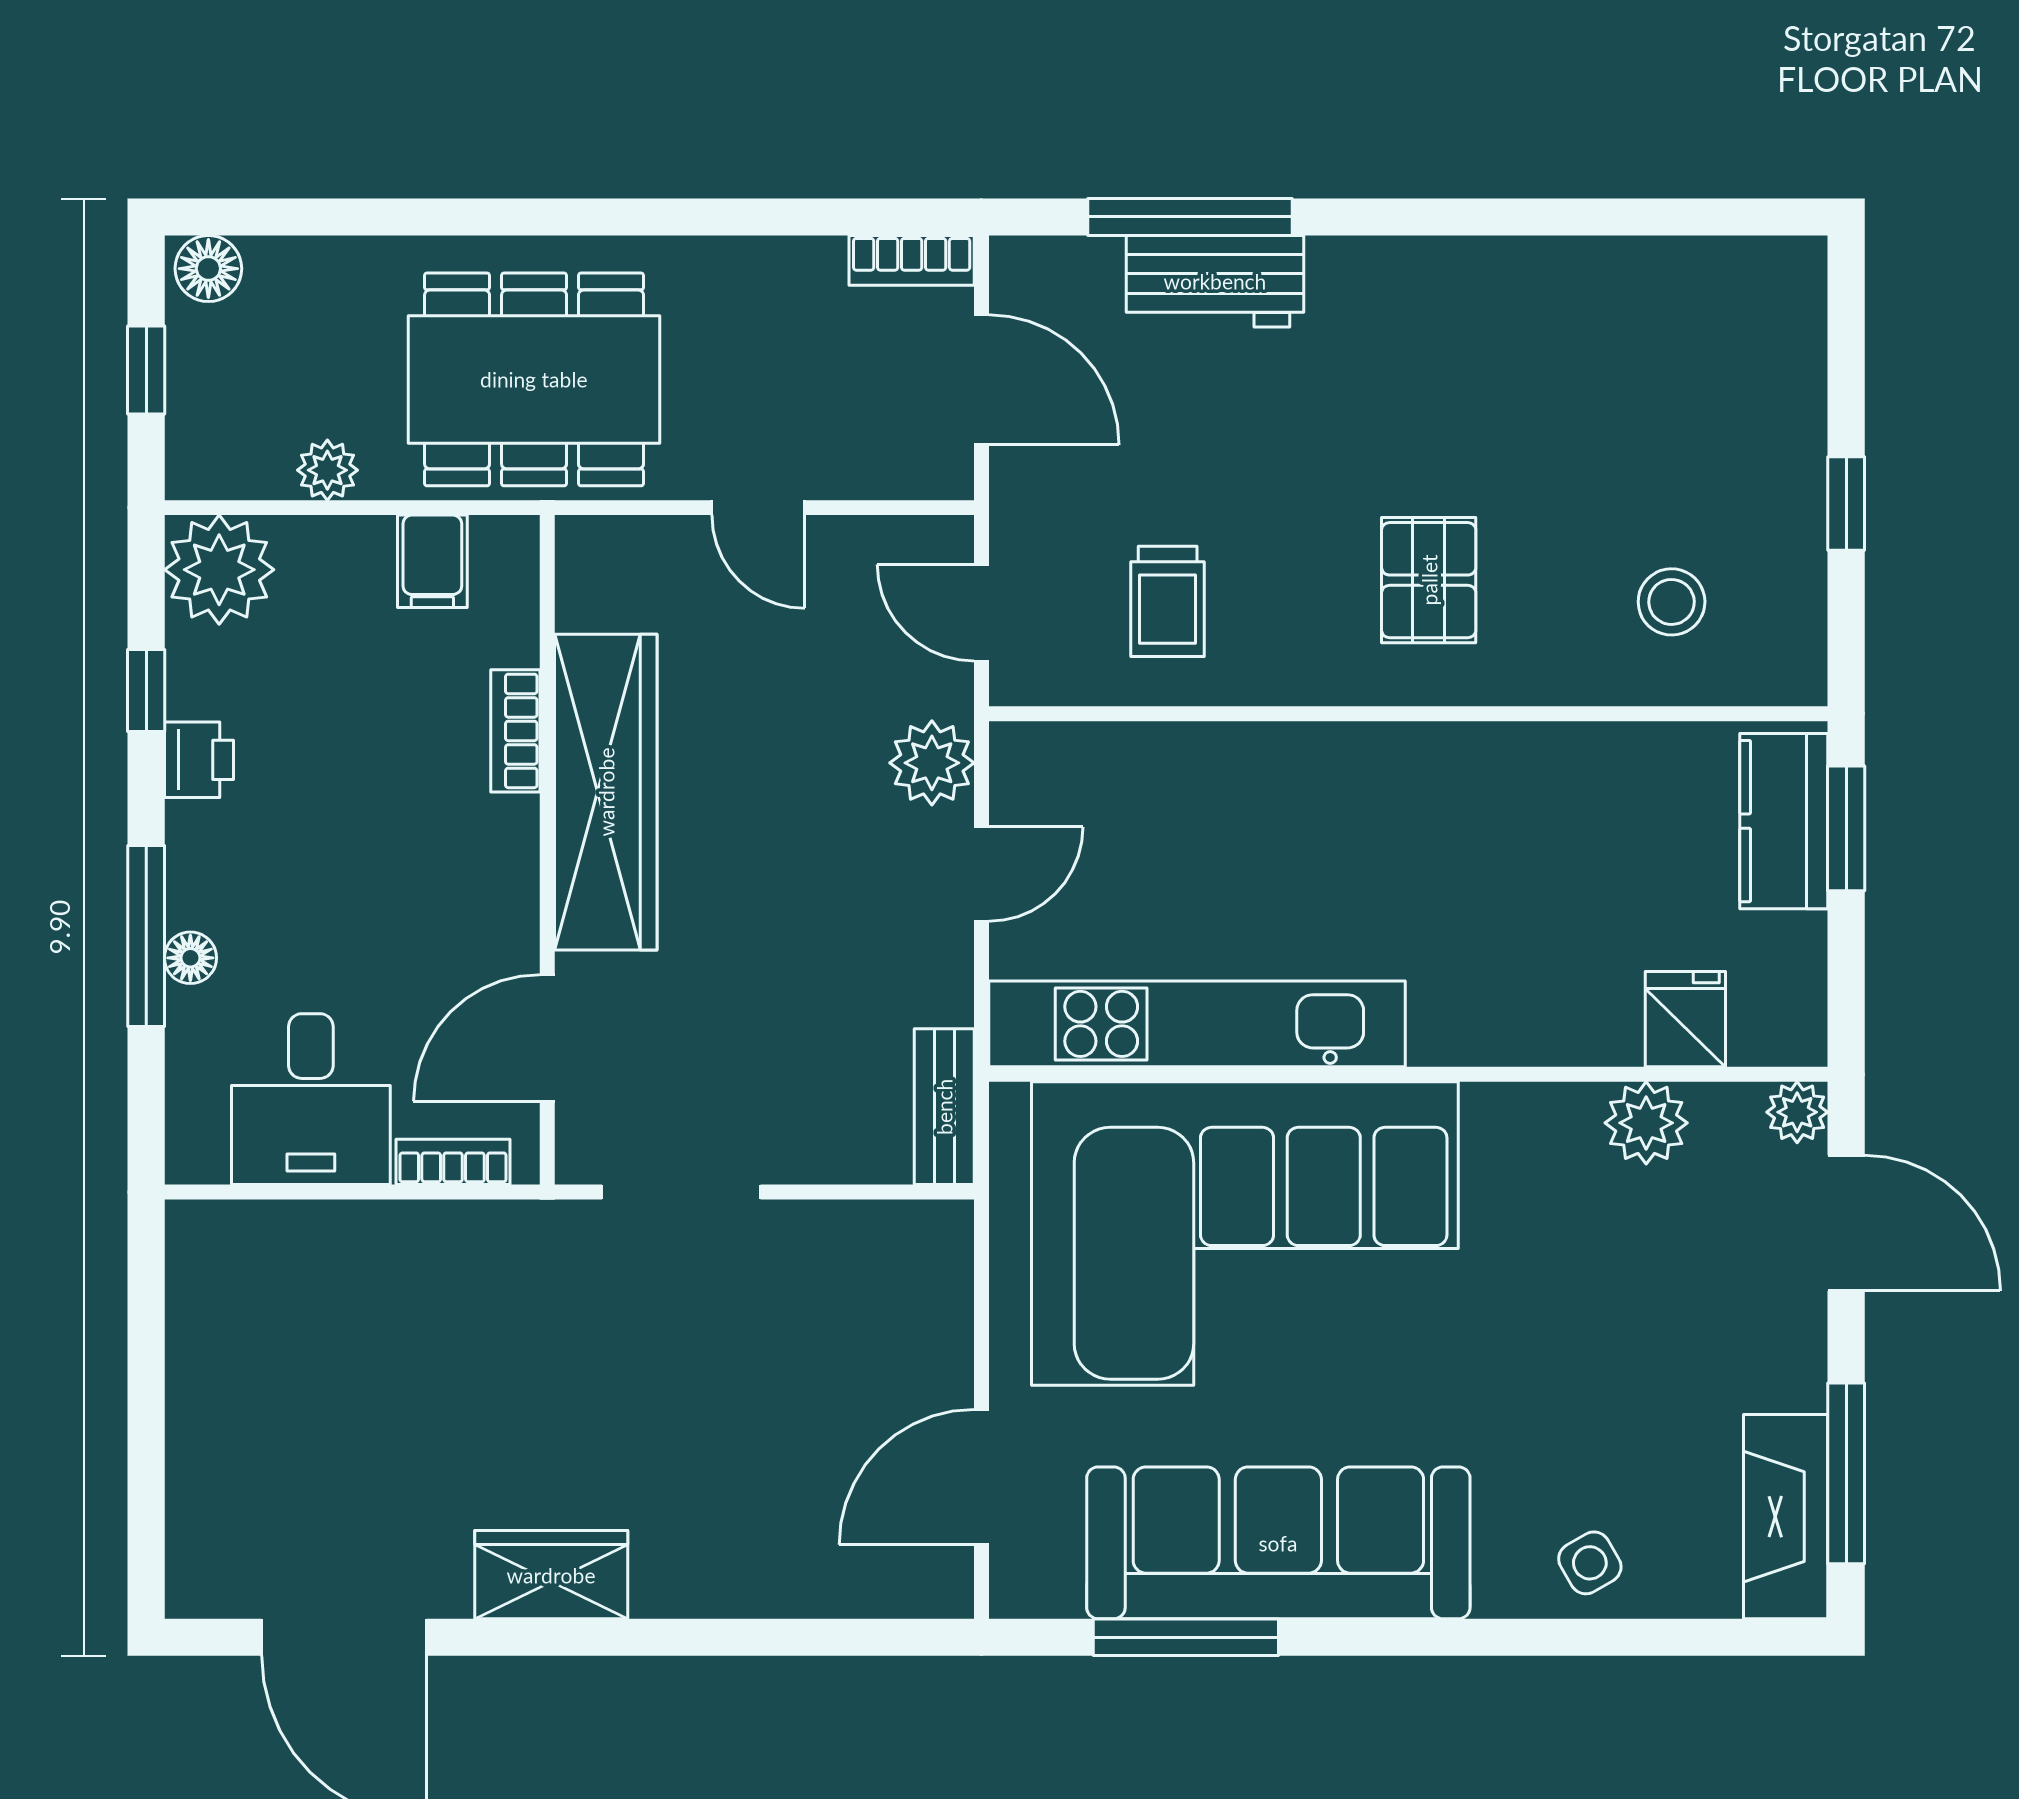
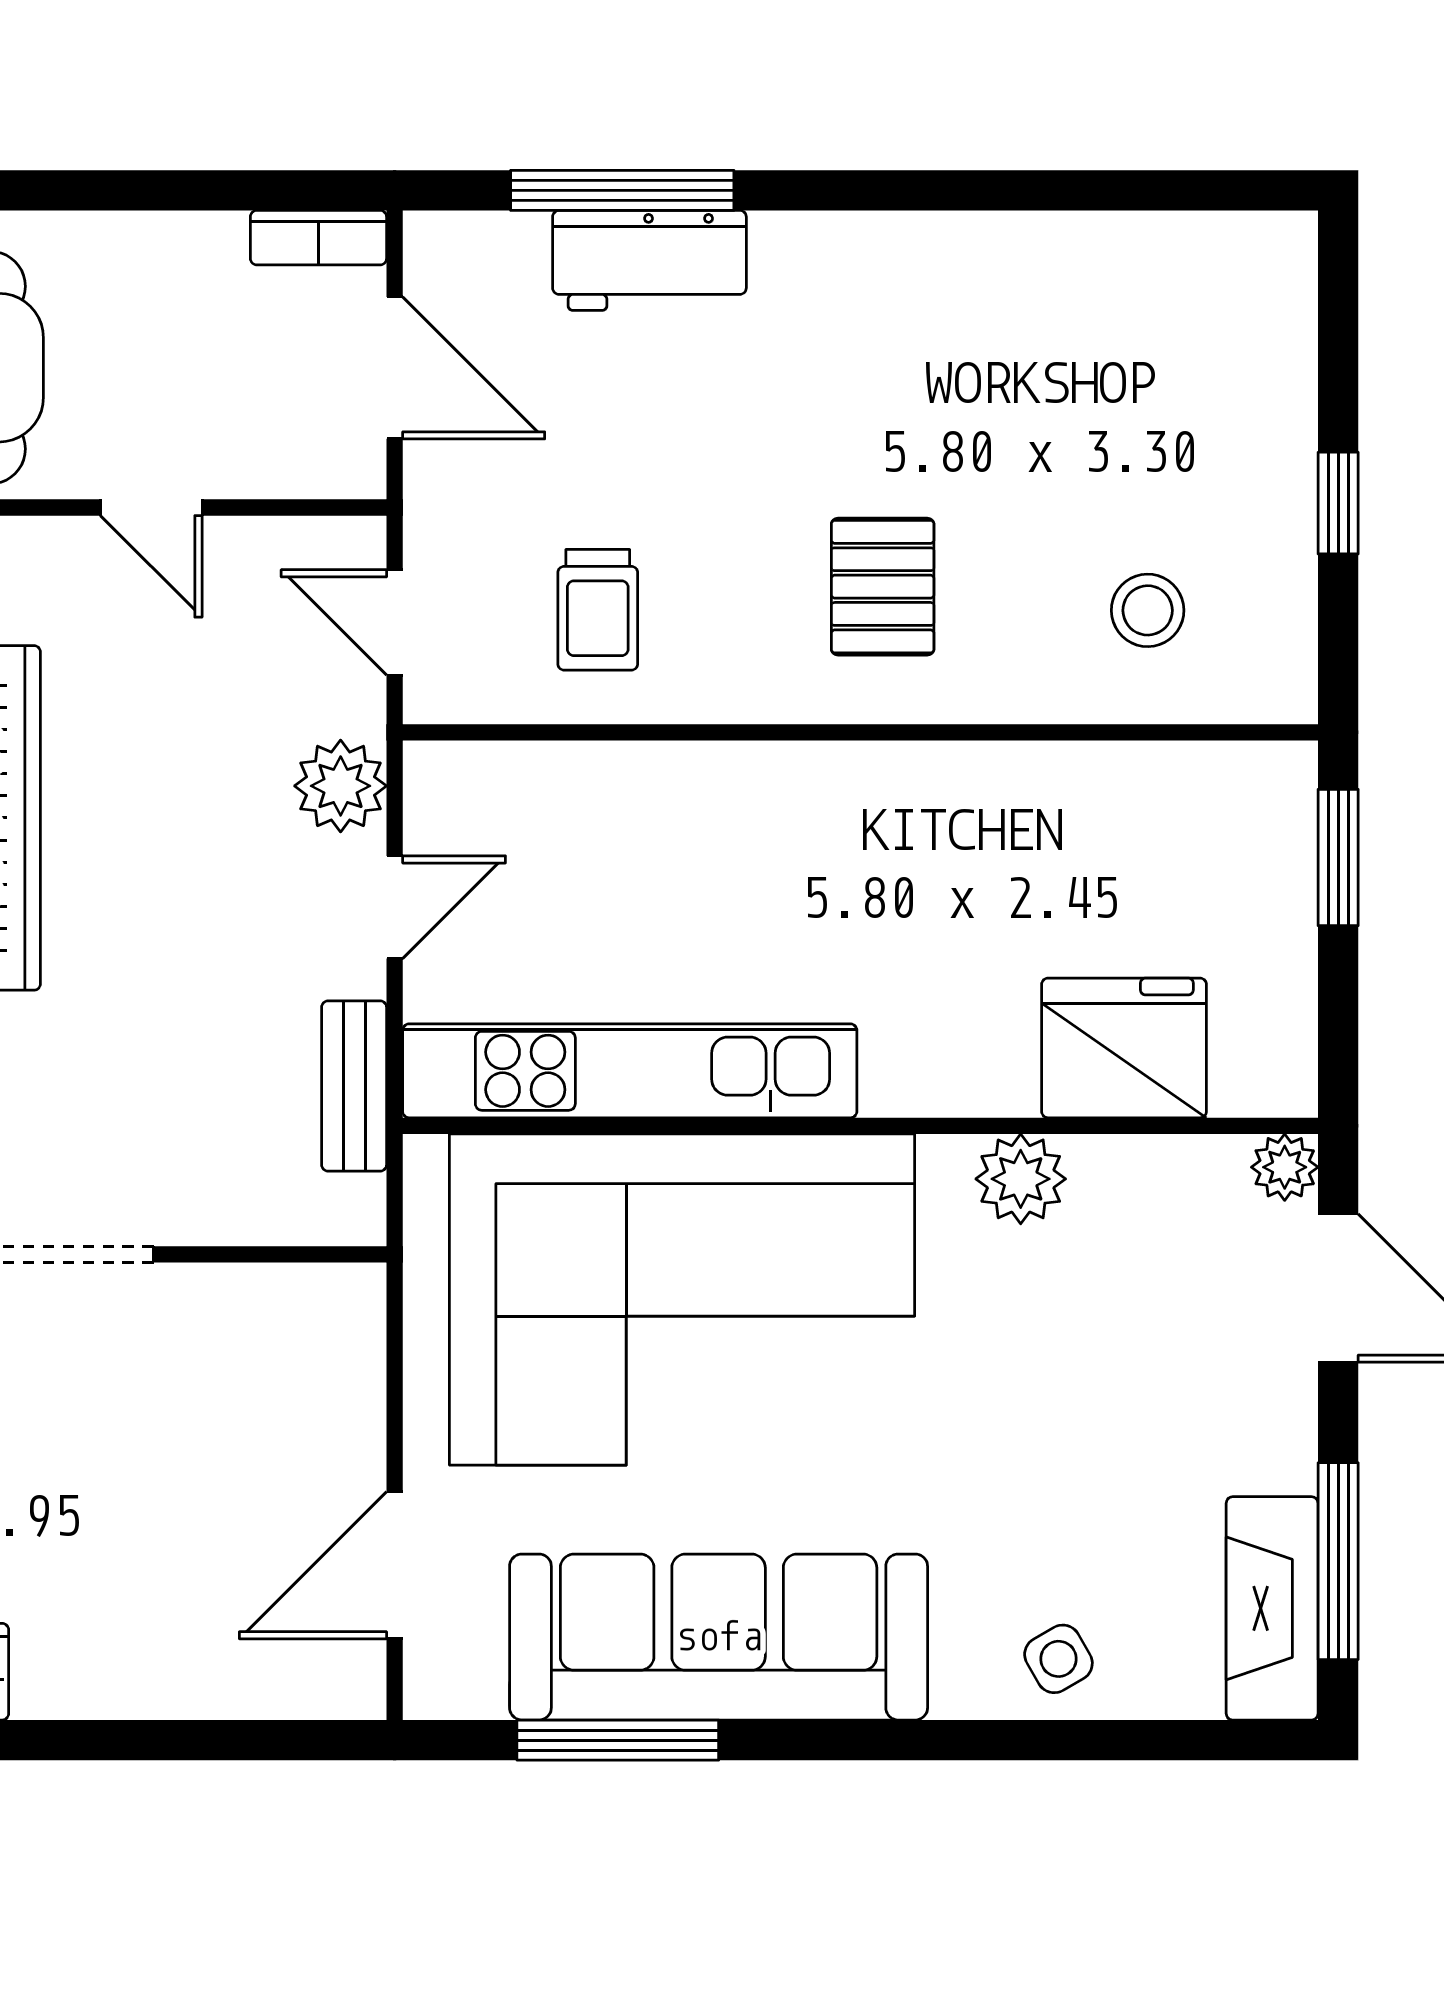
kitchen counter: (1784, 821) -> (1270, 850), removed
fridge: (1685, 1019) -> (1124, 1048), width x1.88, depth x1.34
bench: (944, 1107) -> (354, 1086), moved
plant: (1646, 1123) -> (1021, 1179), moved

